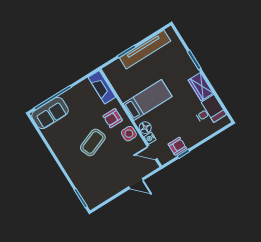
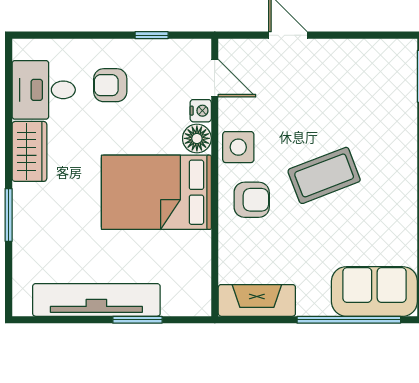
fireplace: (102, 87) -> (257, 300), moved, turned -90
bed: (148, 100) -> (156, 192), width x1.50
armchair: (177, 146) -> (110, 85), moved

